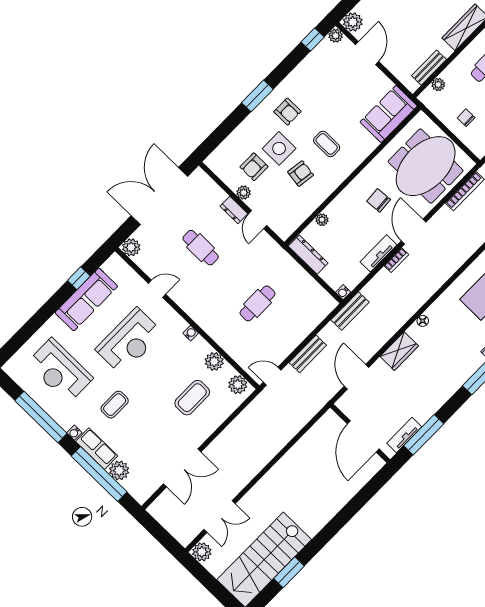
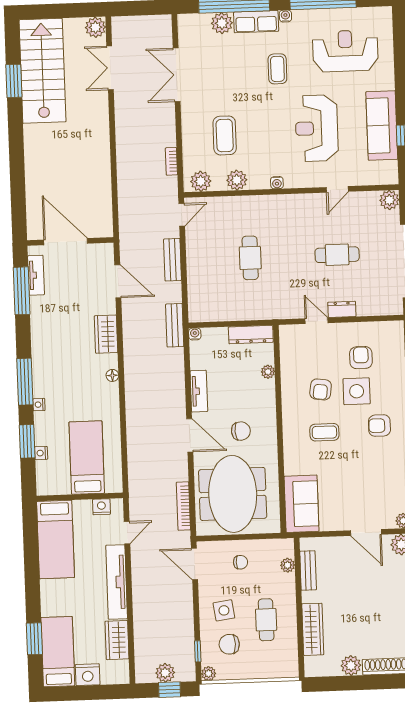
plant: (244, 193) -> (348, 330), removed
bookcase: (396, 260) -> (171, 161), moved

